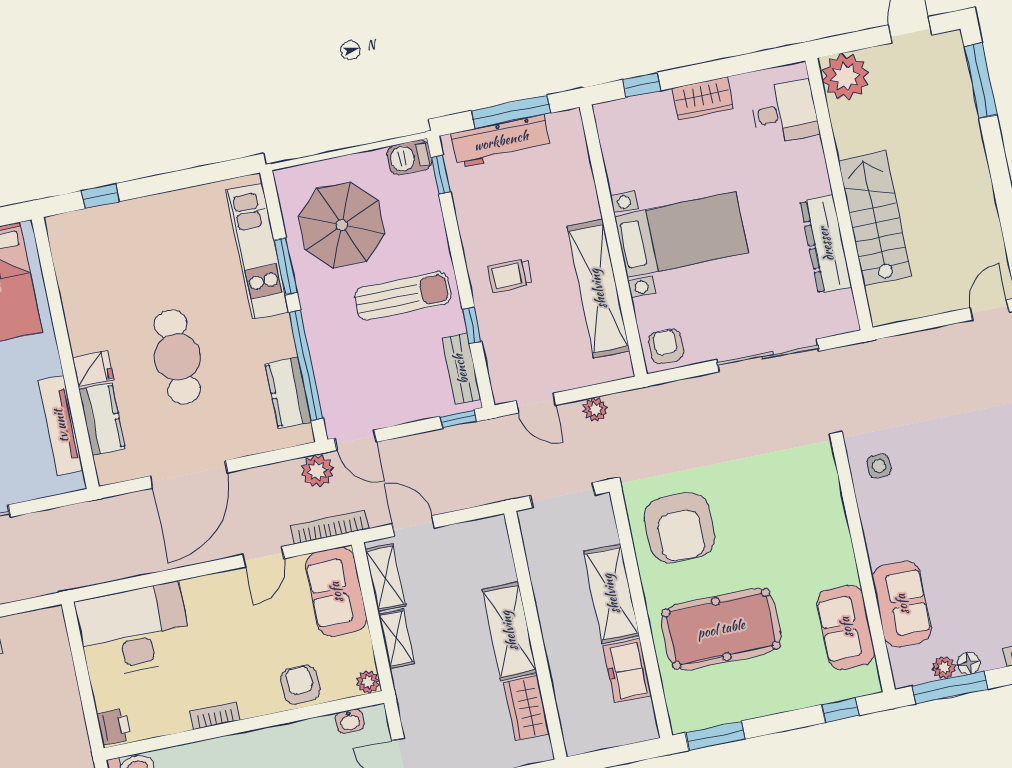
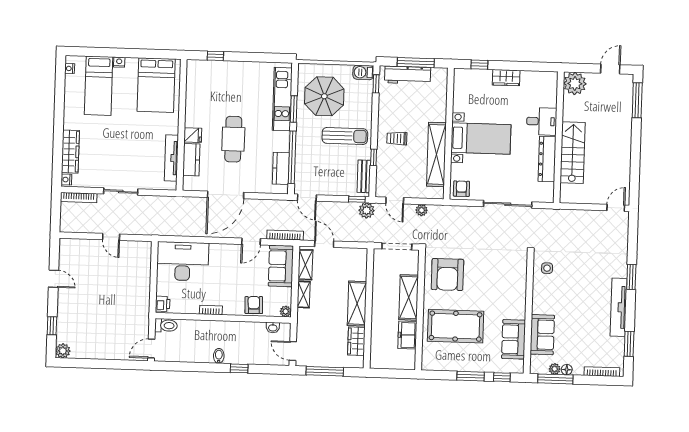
desk: (784, 112) -> (542, 121), moved
plant: (317, 471) -> (367, 210), moved
window: (715, 736) -> (471, 376), moved

